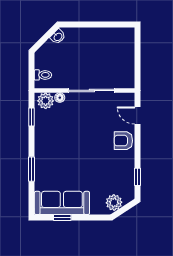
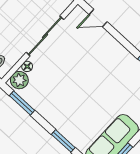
window: (32, 117) -> (22, 103), width x1.50
armchair: (123, 141) -> (108, 48), removed

